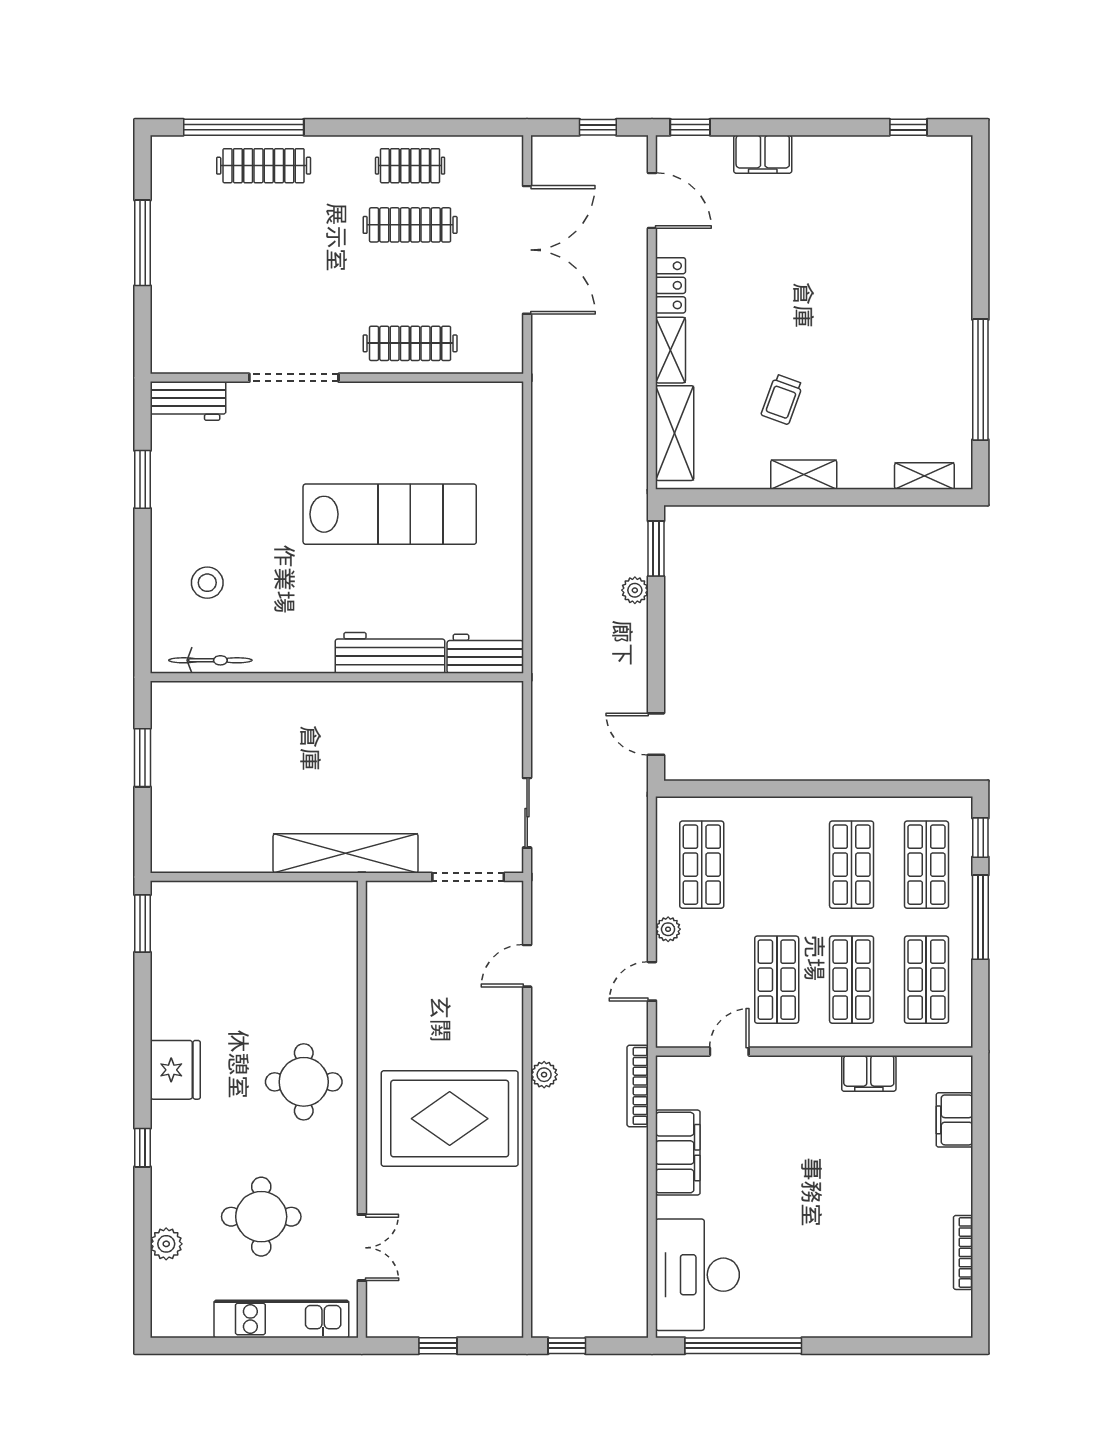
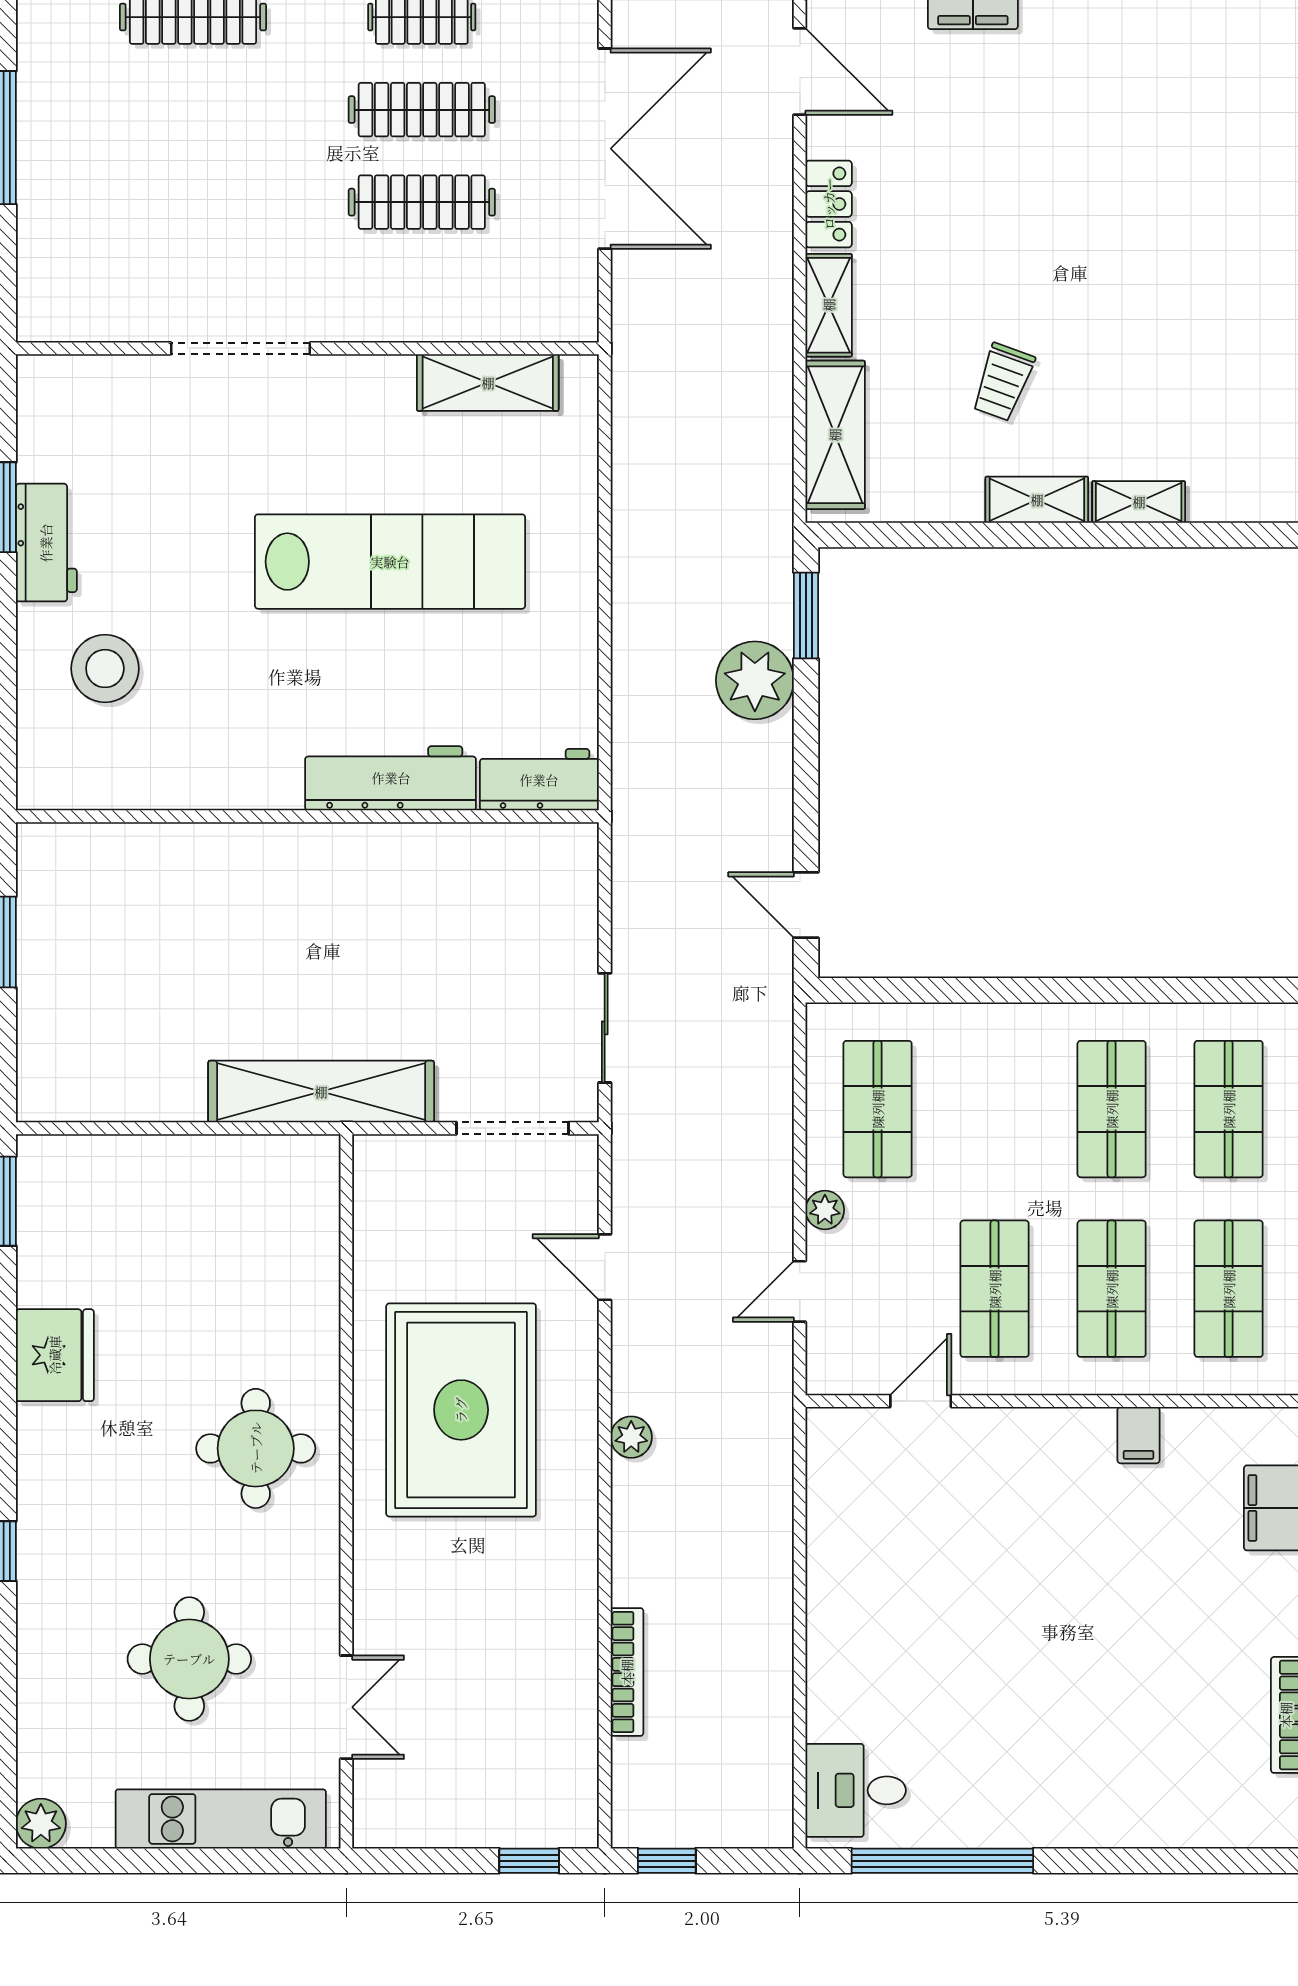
clothes rail: (410, 343) -> (422, 202), moved
shelving: (452, 400) -> (488, 383), added
workbench: (188, 401) -> (46, 543), moved, turned -90
shelving: (924, 476) -> (1139, 502), moved
stool: (207, 583) -> (105, 669), width x1.38, depth x1.38
plant: (635, 590) -> (755, 680), width x1.87, depth x1.87
bicycle: (210, 660) -> (110, 790), removed
door: (527, 966) -> (605, 1267), hinge flipped
fridge: (175, 1070) -> (55, 1355), moved
filing cabinet: (869, 1073) -> (1139, 1435), width x0.50
bookcase: (638, 1086) -> (627, 1672), moved, turned 180
rug: (450, 1119) -> (461, 1410), moved, turned 90
filing cabinet: (678, 1153) -> (840, 1559), removed
plant: (166, 1244) -> (41, 1824), moved
desk: (697, 1275) -> (856, 1790), width x0.53, depth x0.77
window: (438, 1346) -> (529, 1861), moved

